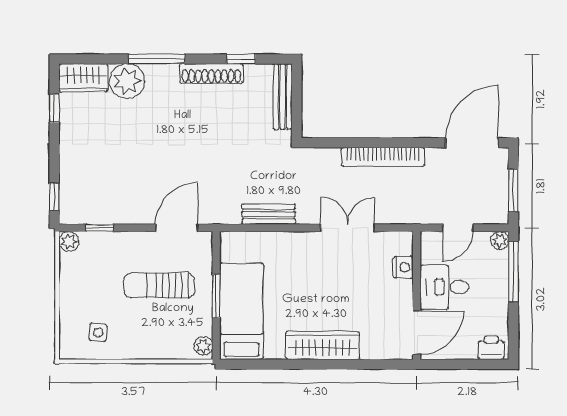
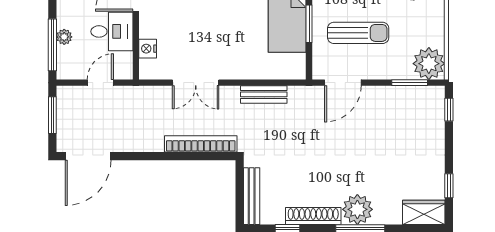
plant: (127, 81) -> (357, 209), moved
bookcase: (383, 157) -> (201, 144), moved
window: (100, 228) -> (410, 83), width x1.50
plant: (500, 240) -> (64, 37), moved
plant: (69, 241) -> (429, 64), width x1.87, depth x1.87

